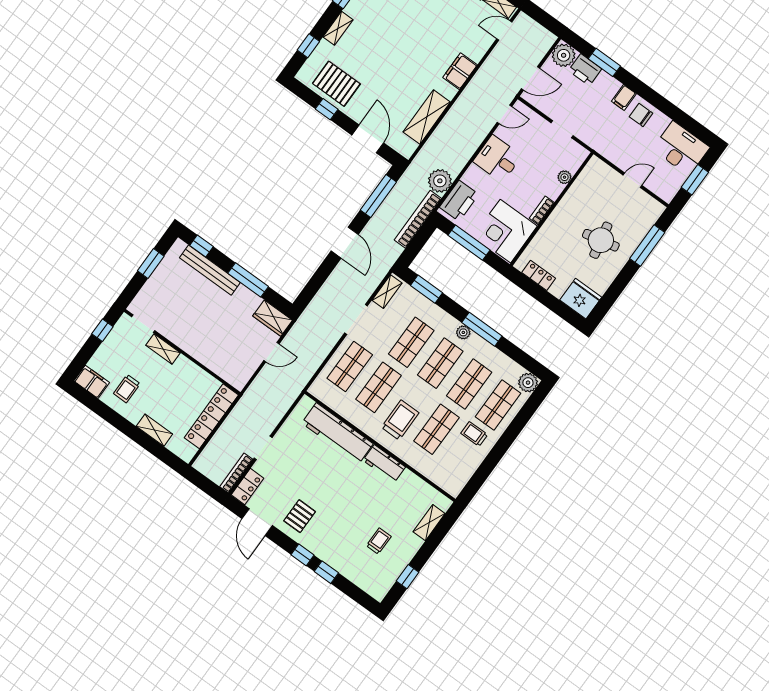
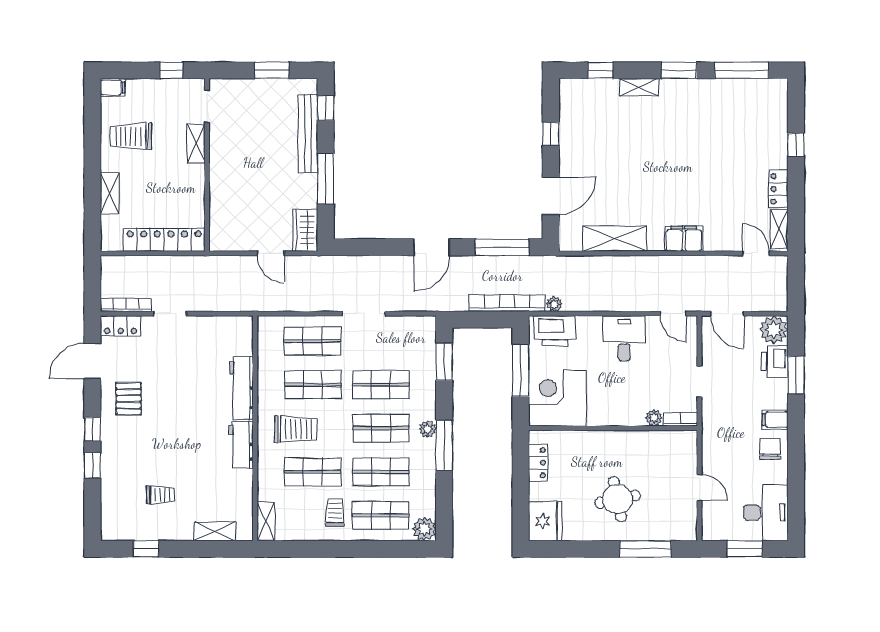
pallet: (336, 84) -> (583, 125), removed
plant: (440, 181) -> (554, 304), width x0.53, depth x0.53
bookcase: (542, 210) -> (681, 419), moved
shelving: (387, 292) -> (266, 521), moved, turned 90
filing cabinet: (92, 382) -> (113, 88), width x0.50
trolley: (127, 389) -> (131, 136), width x1.36, depth x1.39
workbench: (337, 433) -> (241, 388), width x0.73, depth x0.76
pallet: (300, 516) -> (128, 399), turned 90

